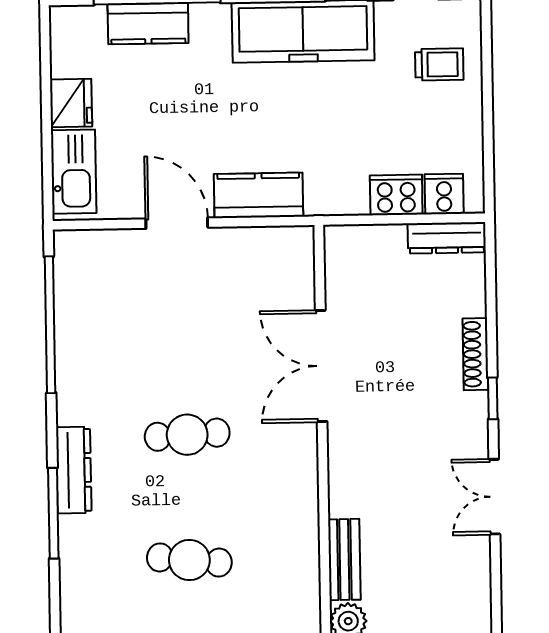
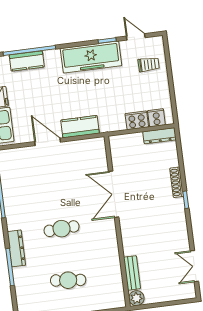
double door: (494, 497) -> (194, 266), moved

